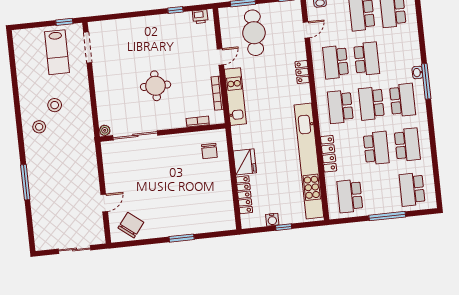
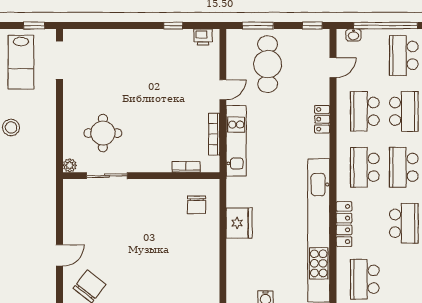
round table: (156, 86) -> (103, 133), moved
sliding door: (135, 135) -> (107, 176), width x0.73
locker: (244, 195) -> (234, 264), removed

